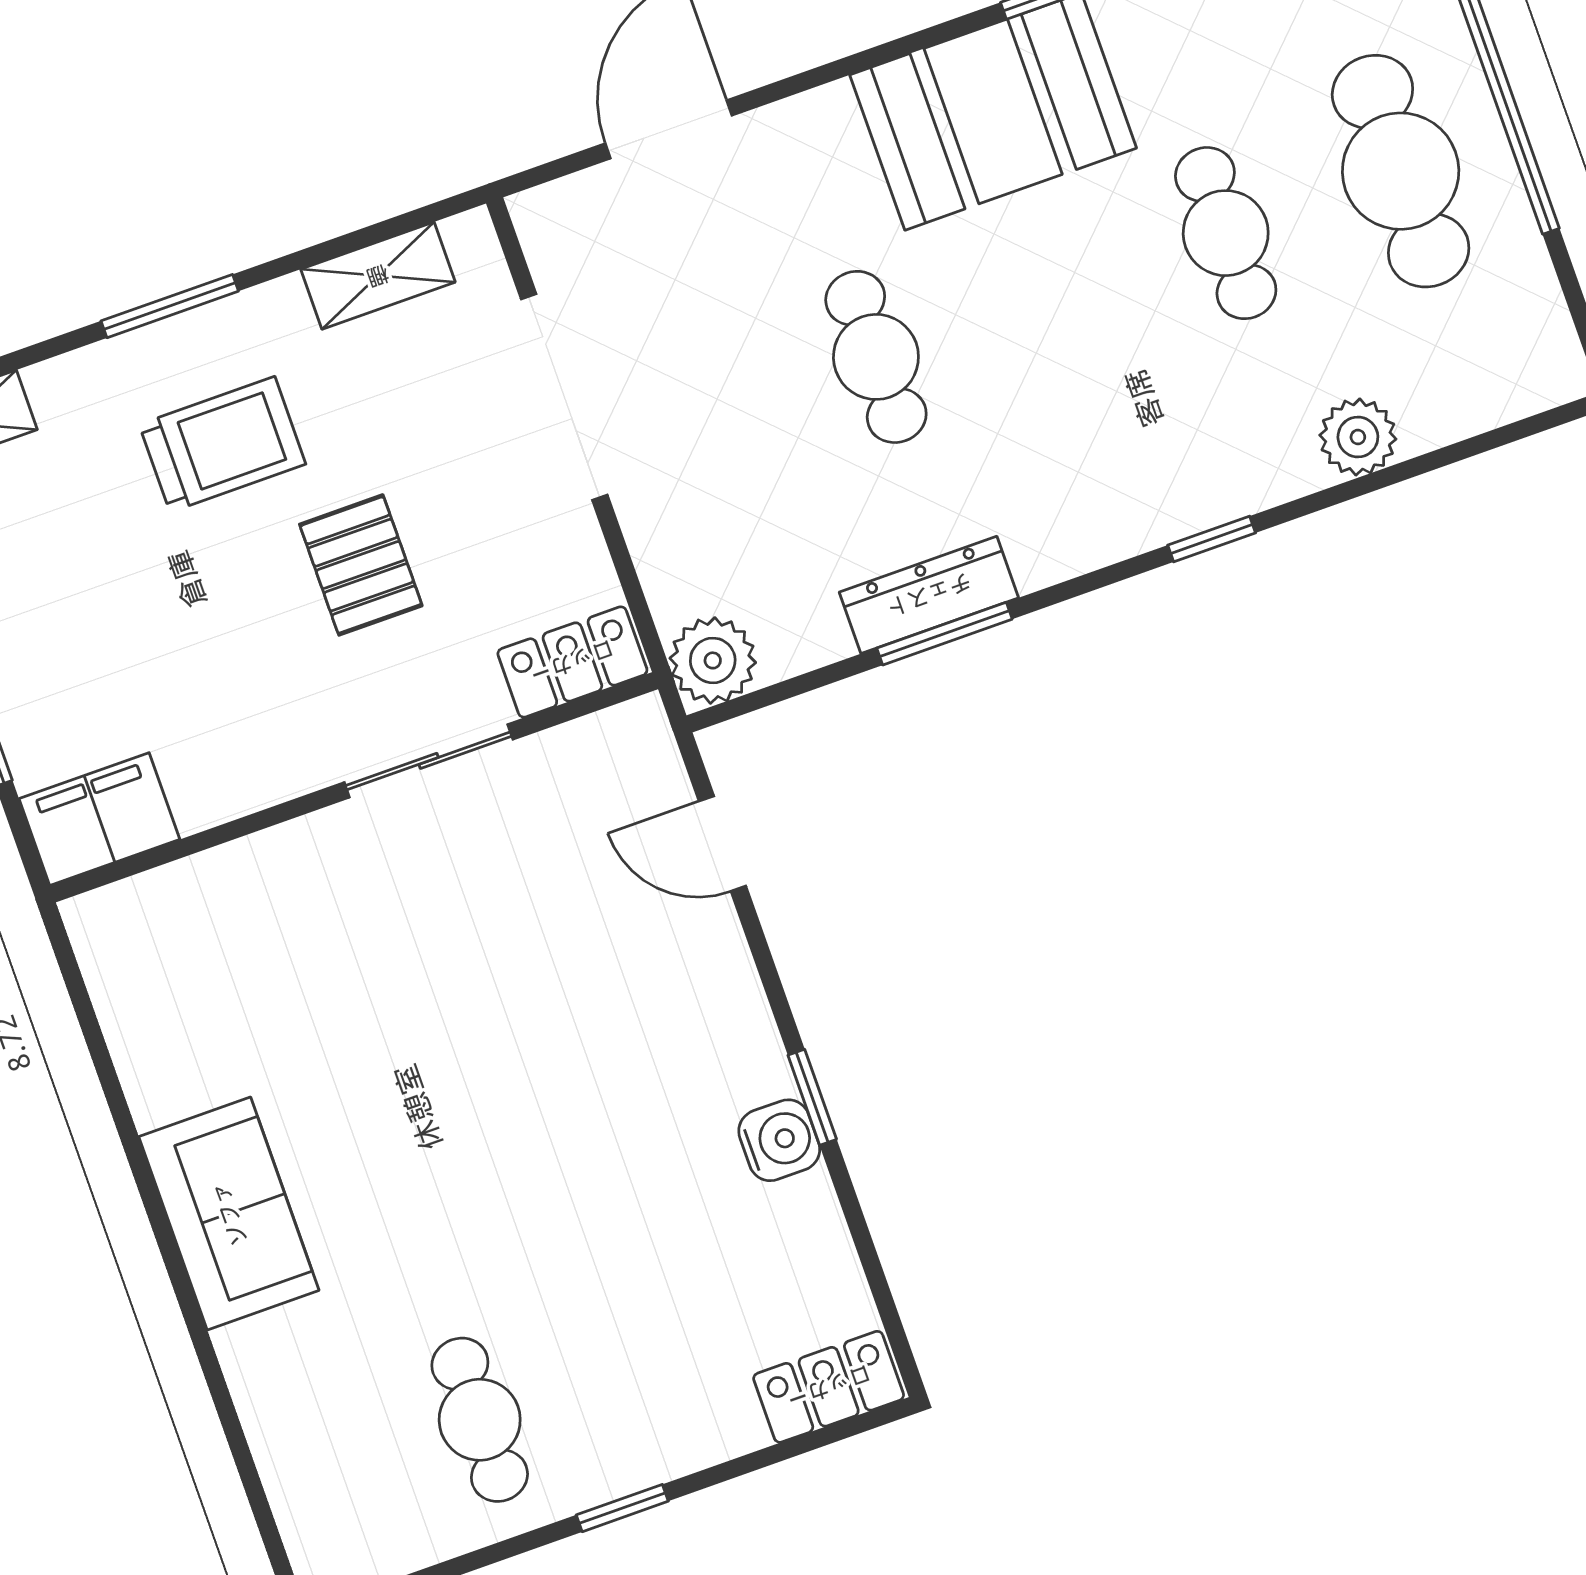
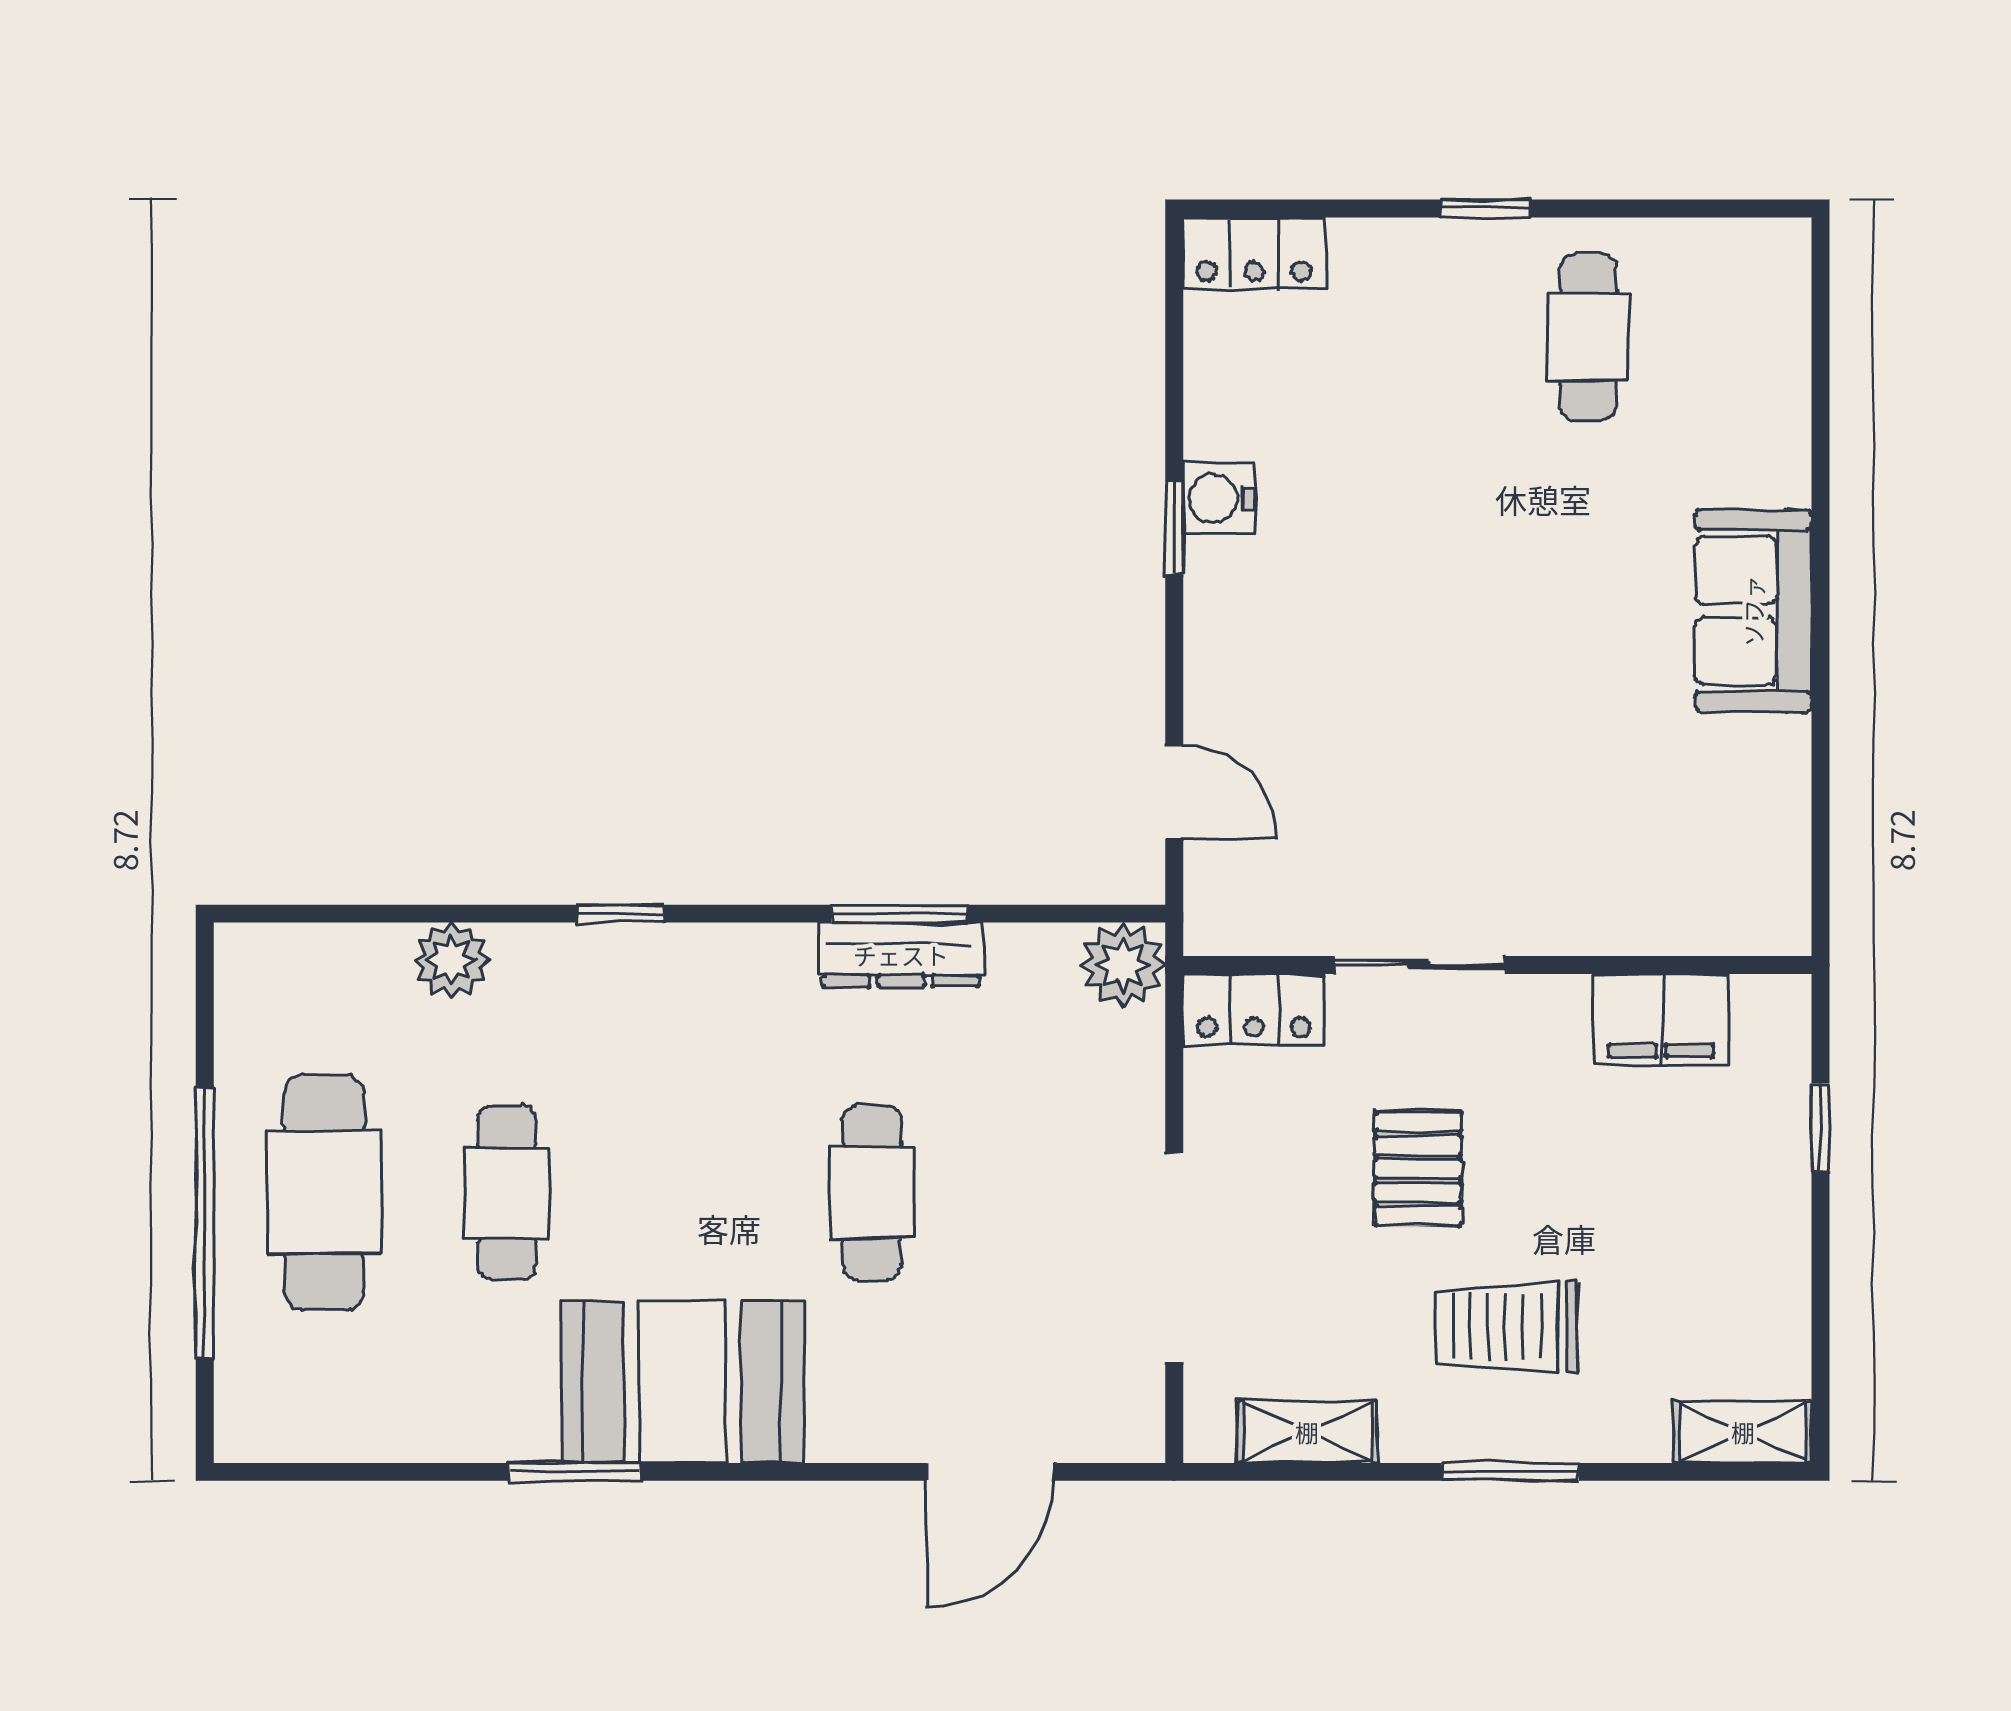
filing cabinet: (99, 819) -> (1661, 1019), moved

